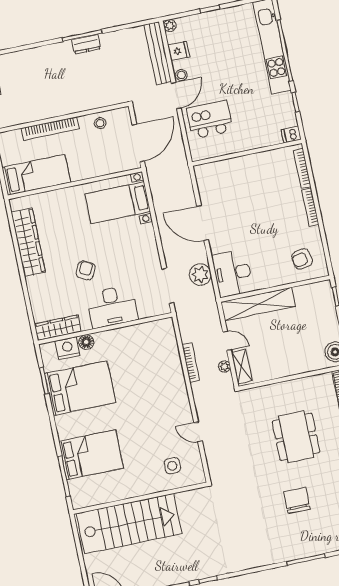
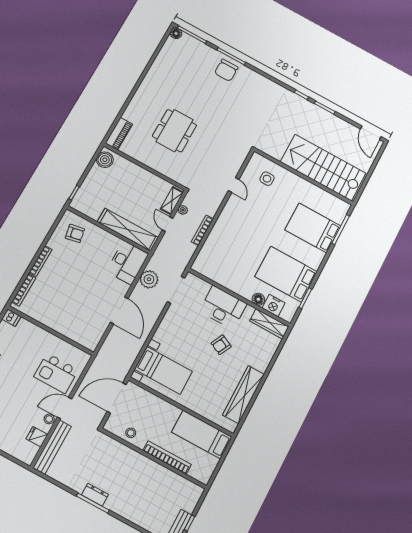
plant: (170, 26) -> (28, 459), removed
chair: (297, 500) -> (226, 70), moved

